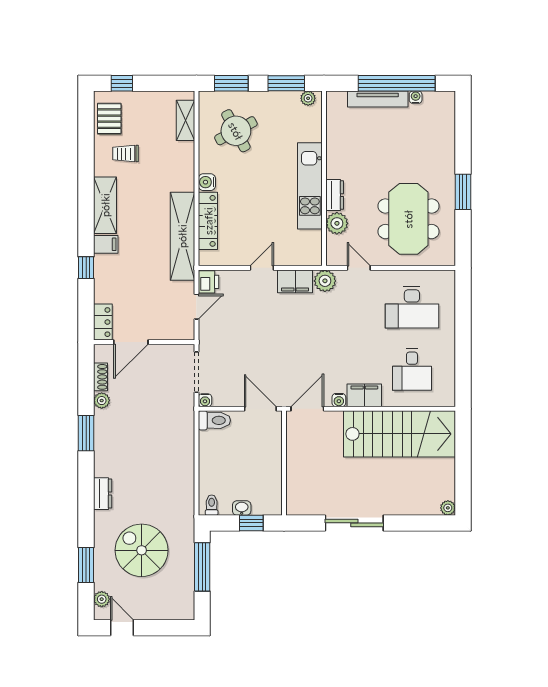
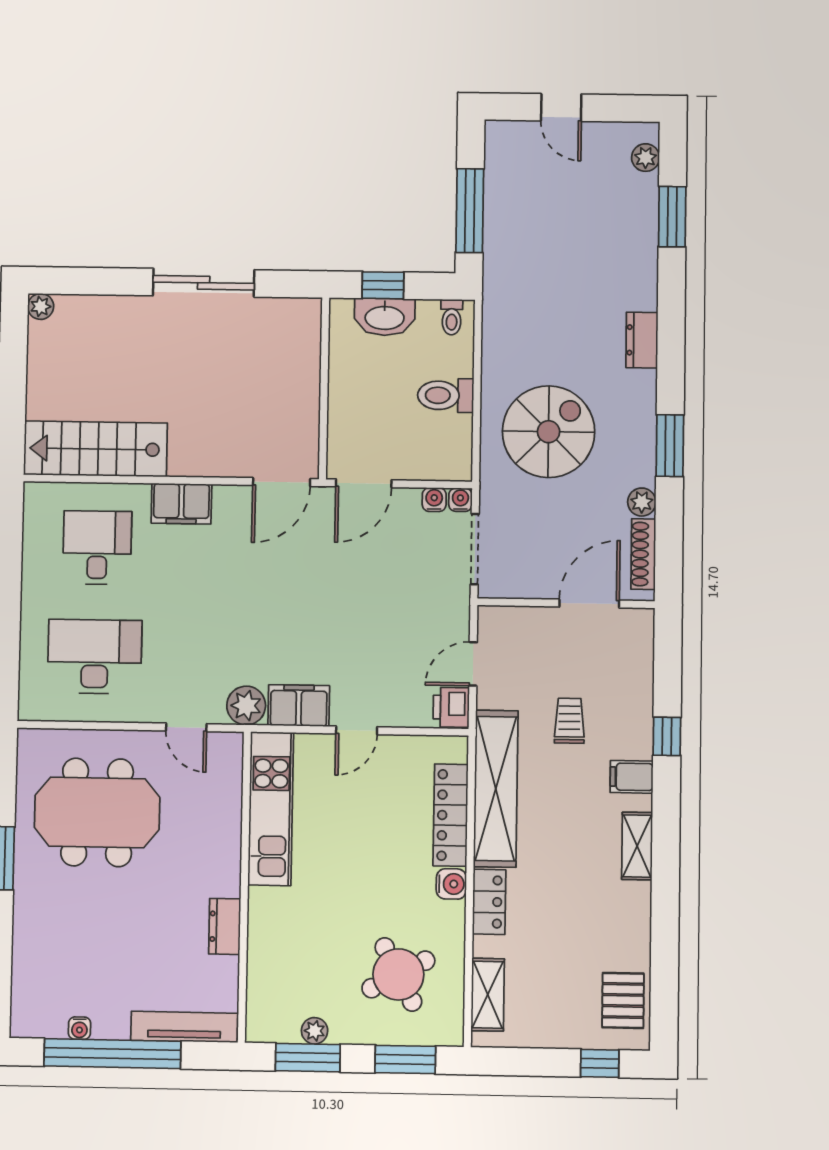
plant: (308, 98) -> (315, 1031), moved
tv unit: (378, 99) -> (184, 1027), moved
trolley: (126, 154) -> (569, 721), moved, turned -90
kitchen unit: (310, 186) -> (271, 809), moved
dresser: (335, 195) -> (225, 926), moved
shelving: (105, 205) -> (637, 846), width x0.67, depth x0.75
meeting table: (408, 219) -> (97, 812), turned 90
plant: (337, 223) -> (223, 807), removed
locker: (103, 322) -> (489, 902), moved, turned 180
shoe rack: (100, 377) -> (643, 554), width x1.43
water cooler: (339, 400) -> (434, 500), moved
door: (260, 409) -> (364, 483), hinge flipped
toilet: (214, 420) -> (446, 395), moved
stairs: (399, 434) -> (95, 449), width x0.73, depth x0.66
washbasin: (242, 508) -> (385, 317), width x1.91, depth x1.45
spiral stairs: (142, 550) -> (549, 432), moved, turned -90
door: (122, 628) -> (561, 107), moved

